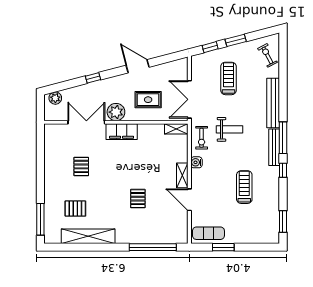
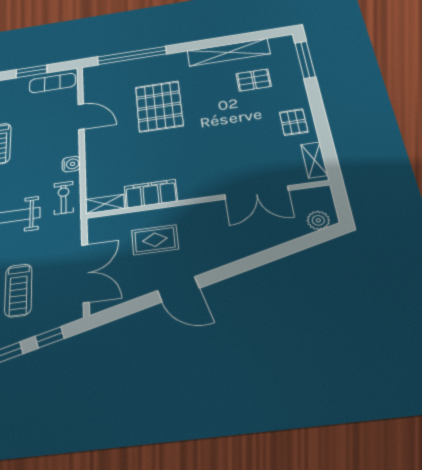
window: (93, 78) -> (256, 260), removed
double door: (189, 99) -> (85, 273), moved
plant: (116, 112) -> (208, 214), removed
filing cabinet: (122, 132) -> (151, 194), moved
pallet: (81, 166) -> (294, 122), moved
shelving: (182, 175) -> (314, 160), moved
pallet: (138, 199) -> (159, 106), width x2.05, depth x2.00

